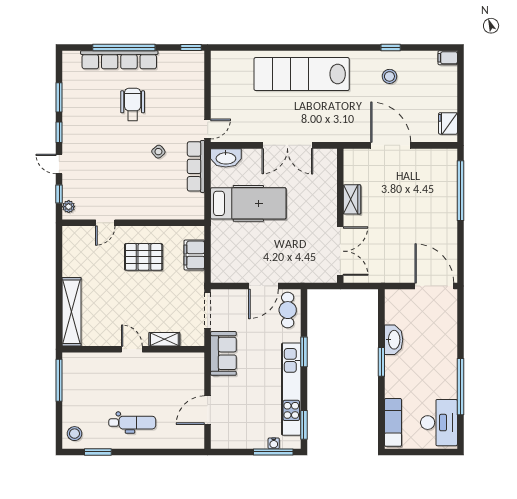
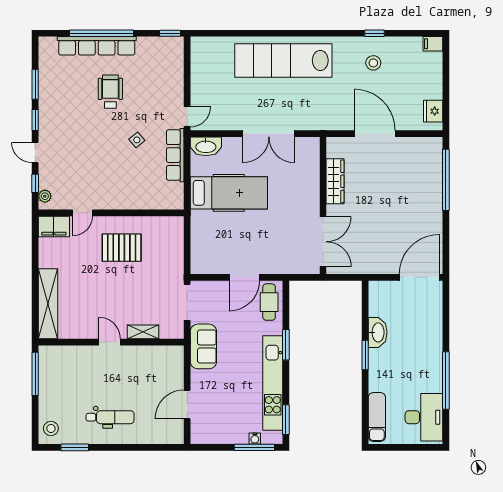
wardrobe: (352, 199) -> (335, 181), width x1.50
filing cabinet: (194, 255) -> (54, 226), moved, turned -90
door: (434, 286) -> (419, 277), hinge flipped

